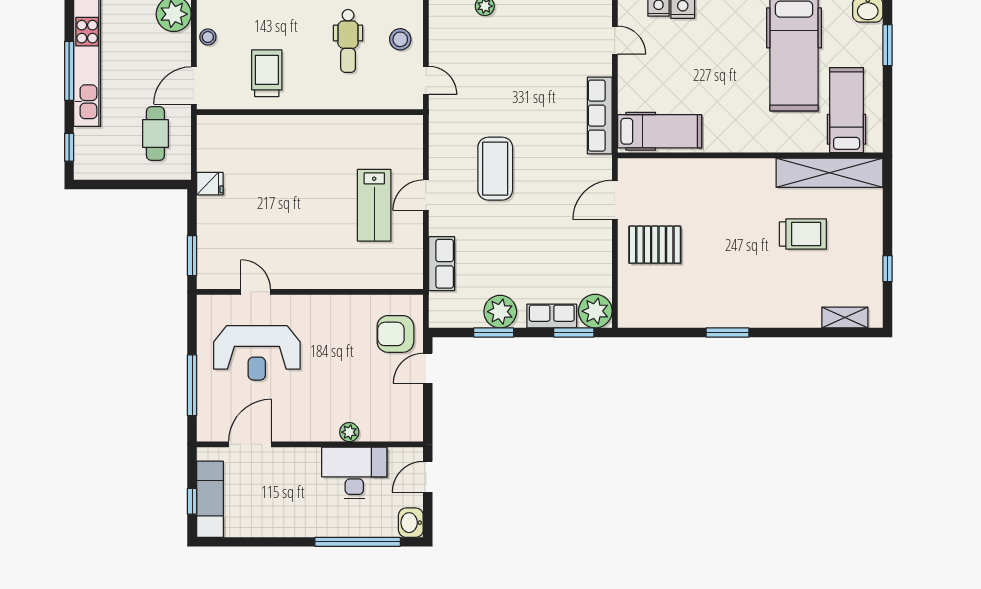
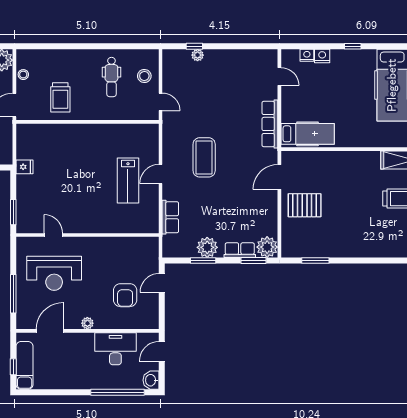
trolley: (267, 73) -> (60, 97), turned 180
window: (727, 332) -> (315, 260), moved
armchair: (395, 334) -> (125, 295), moved, turned -90
plant: (349, 432) -> (87, 323), moved

